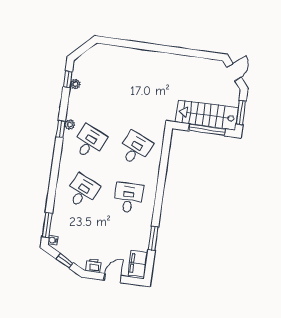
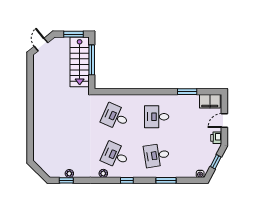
door: (234, 72) -> (41, 45), hinge flipped
window: (61, 129) -> (127, 180), moved
desk: (82, 191) -> (157, 155), turned -33
window: (47, 225) -> (166, 180), moved
door: (112, 278) -> (224, 121), hinge flipped

